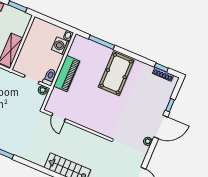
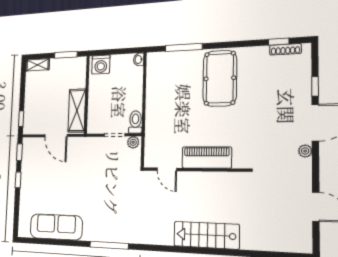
washing machine: (61, 46) -> (101, 65), moved, turned -90
piano: (67, 73) -> (207, 158), moved, turned -90

